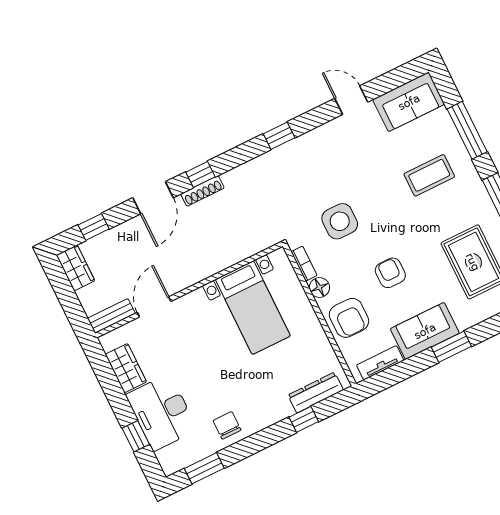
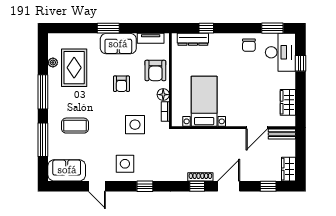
side table: (326, 155) -> (125, 164), added
armchair: (349, 318) -> (155, 70), turned 180
desk: (162, 412) -> (280, 52), moved

